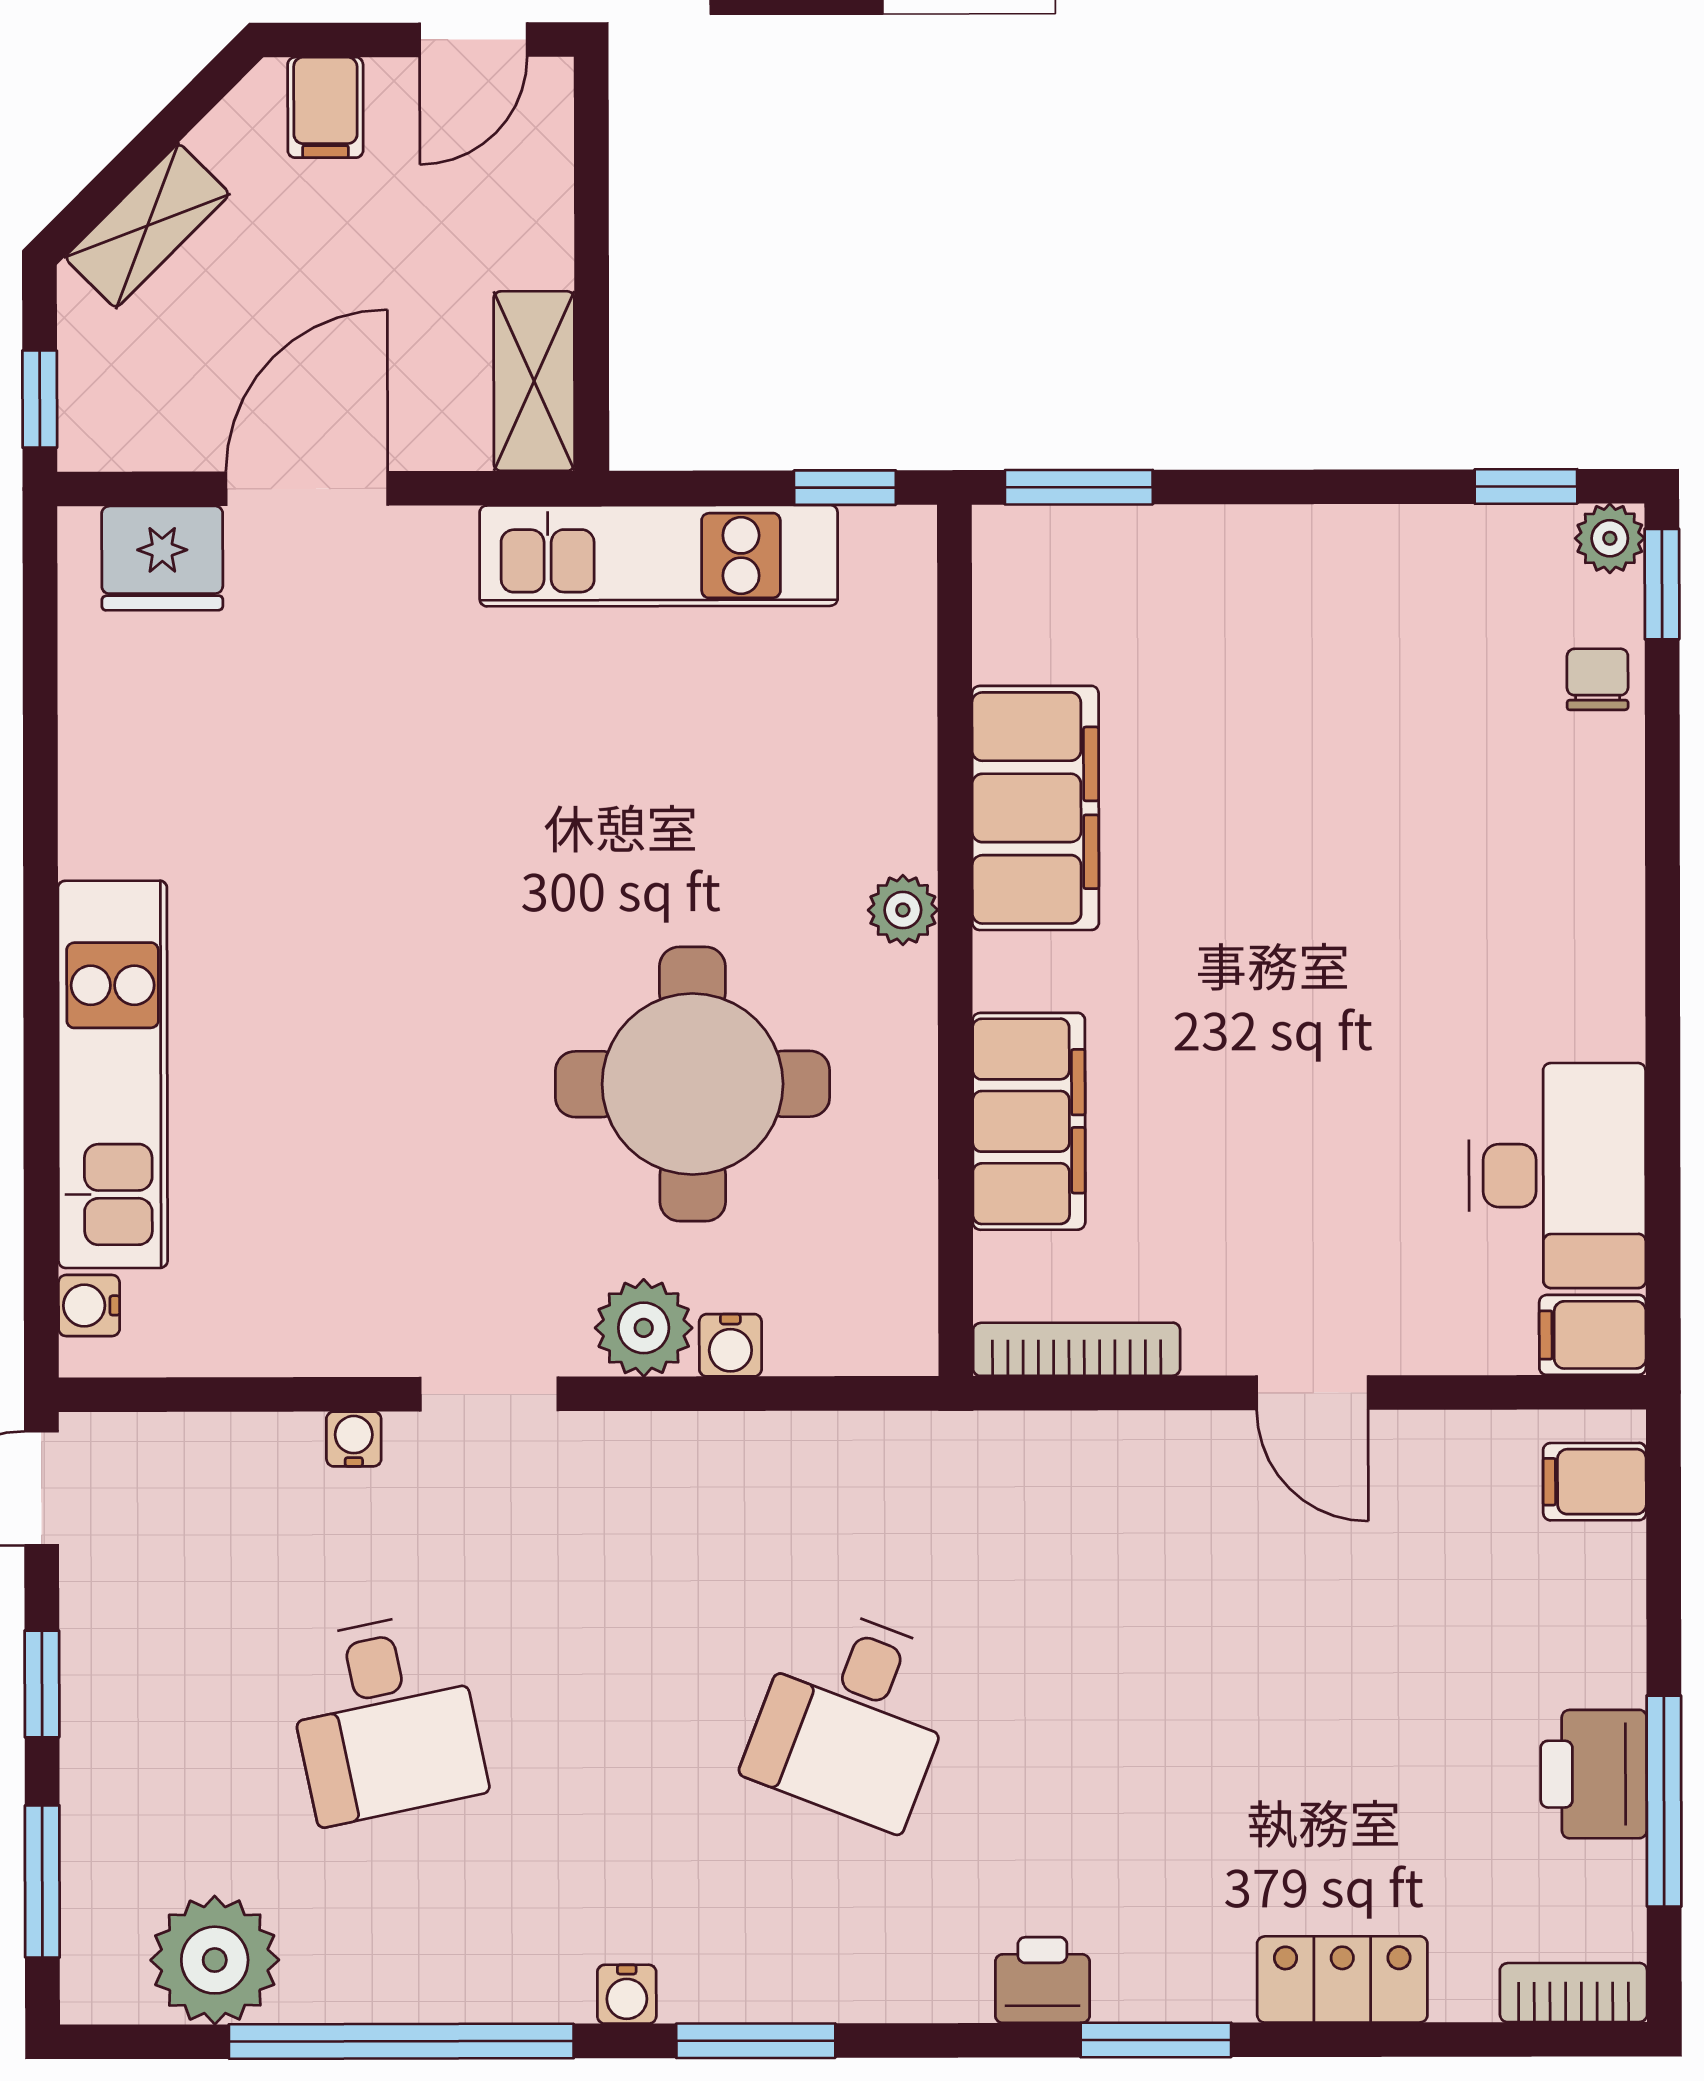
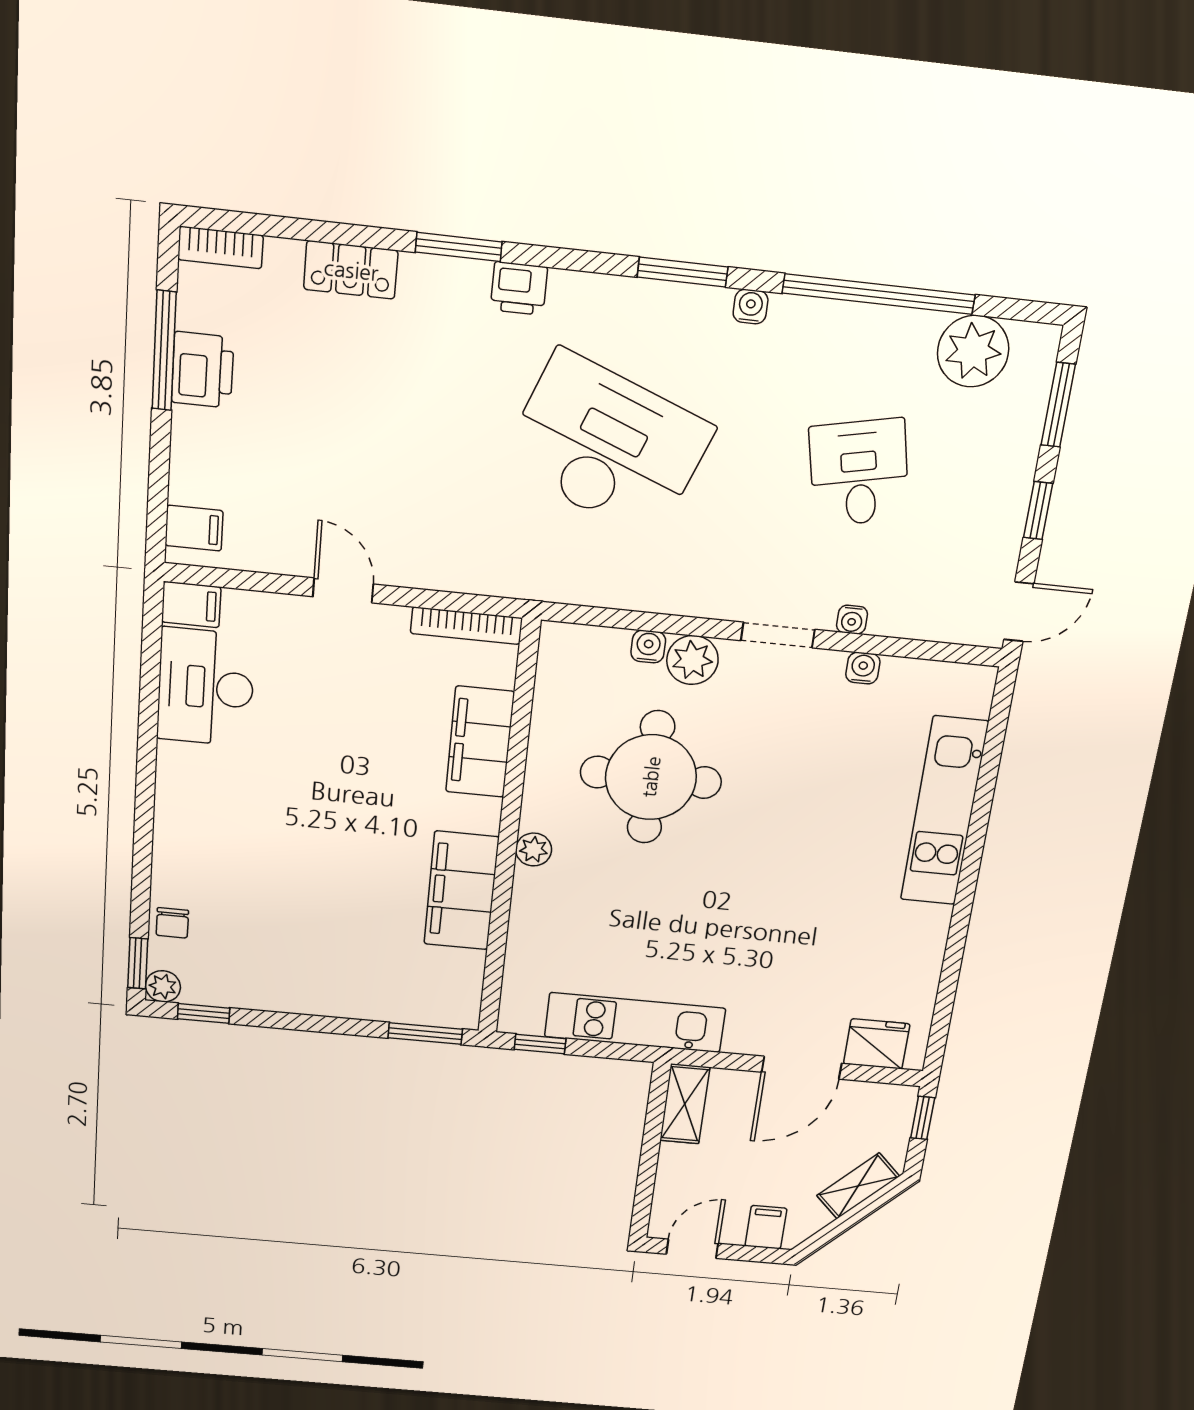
water cooler: (89, 1306) -> (863, 668), moved, turned -90
desk: (853, 1717) -> (607, 446), width x1.87, depth x1.30

